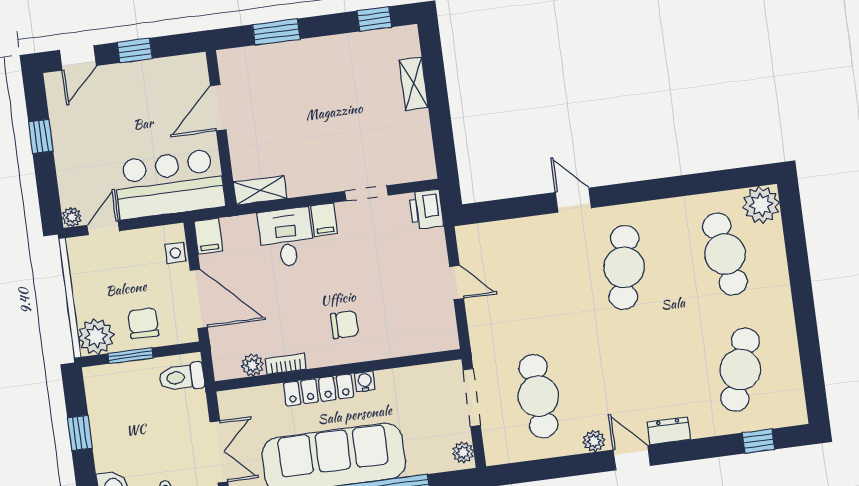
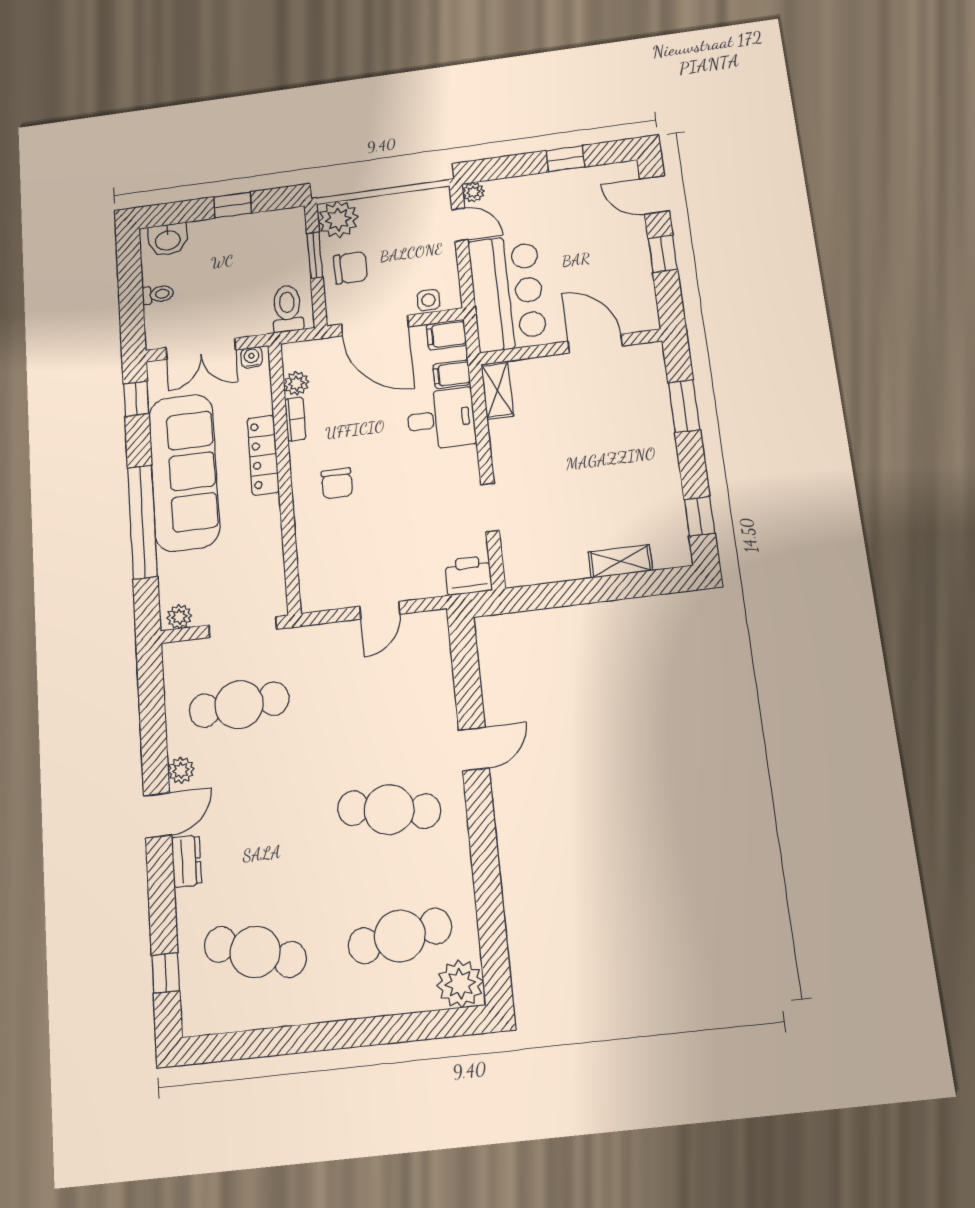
filing cabinet: (324, 220) -> (452, 374), moved
door: (199, 299) -> (375, 325), hinge flipped
water cooler: (365, 382) -> (252, 357), moved, turned -90

